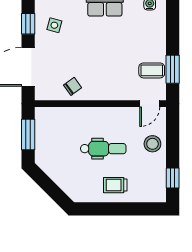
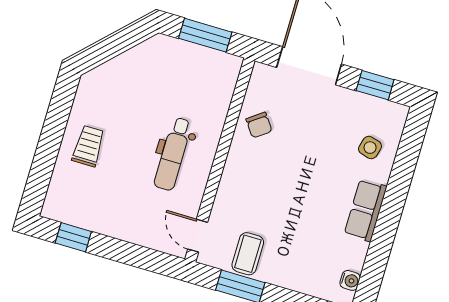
side table: (54, 25) -> (370, 148), moved
stool: (152, 144) -> (135, 222), removed
dental chair: (103, 149) -> (173, 154), moved

